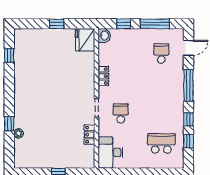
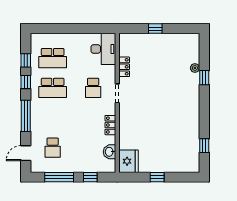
washbasin: (104, 36) -> (109, 152), moved
school desk: (161, 113) -> (53, 88), added

